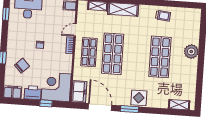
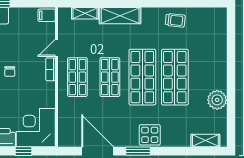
plant: (191, 52) -> (217, 100), moved
shop shelf: (113, 54) -> (110, 77), width x0.70, depth x0.74
shop shelf: (136, 55) -> (142, 77), added
freezer: (79, 92) -> (68, 132), removed

